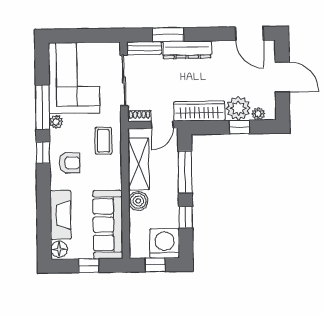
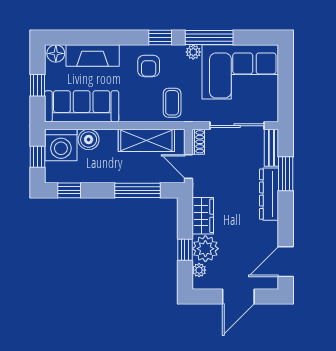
wardrobe: (199, 111) -> (203, 216), width x0.67
coffee table: (103, 141) -> (172, 103), turned 90
boiler: (138, 201) -> (89, 140), moved
window: (186, 217) -> (69, 190), moved
washing machine: (165, 243) -> (61, 145), moved, turned 90

